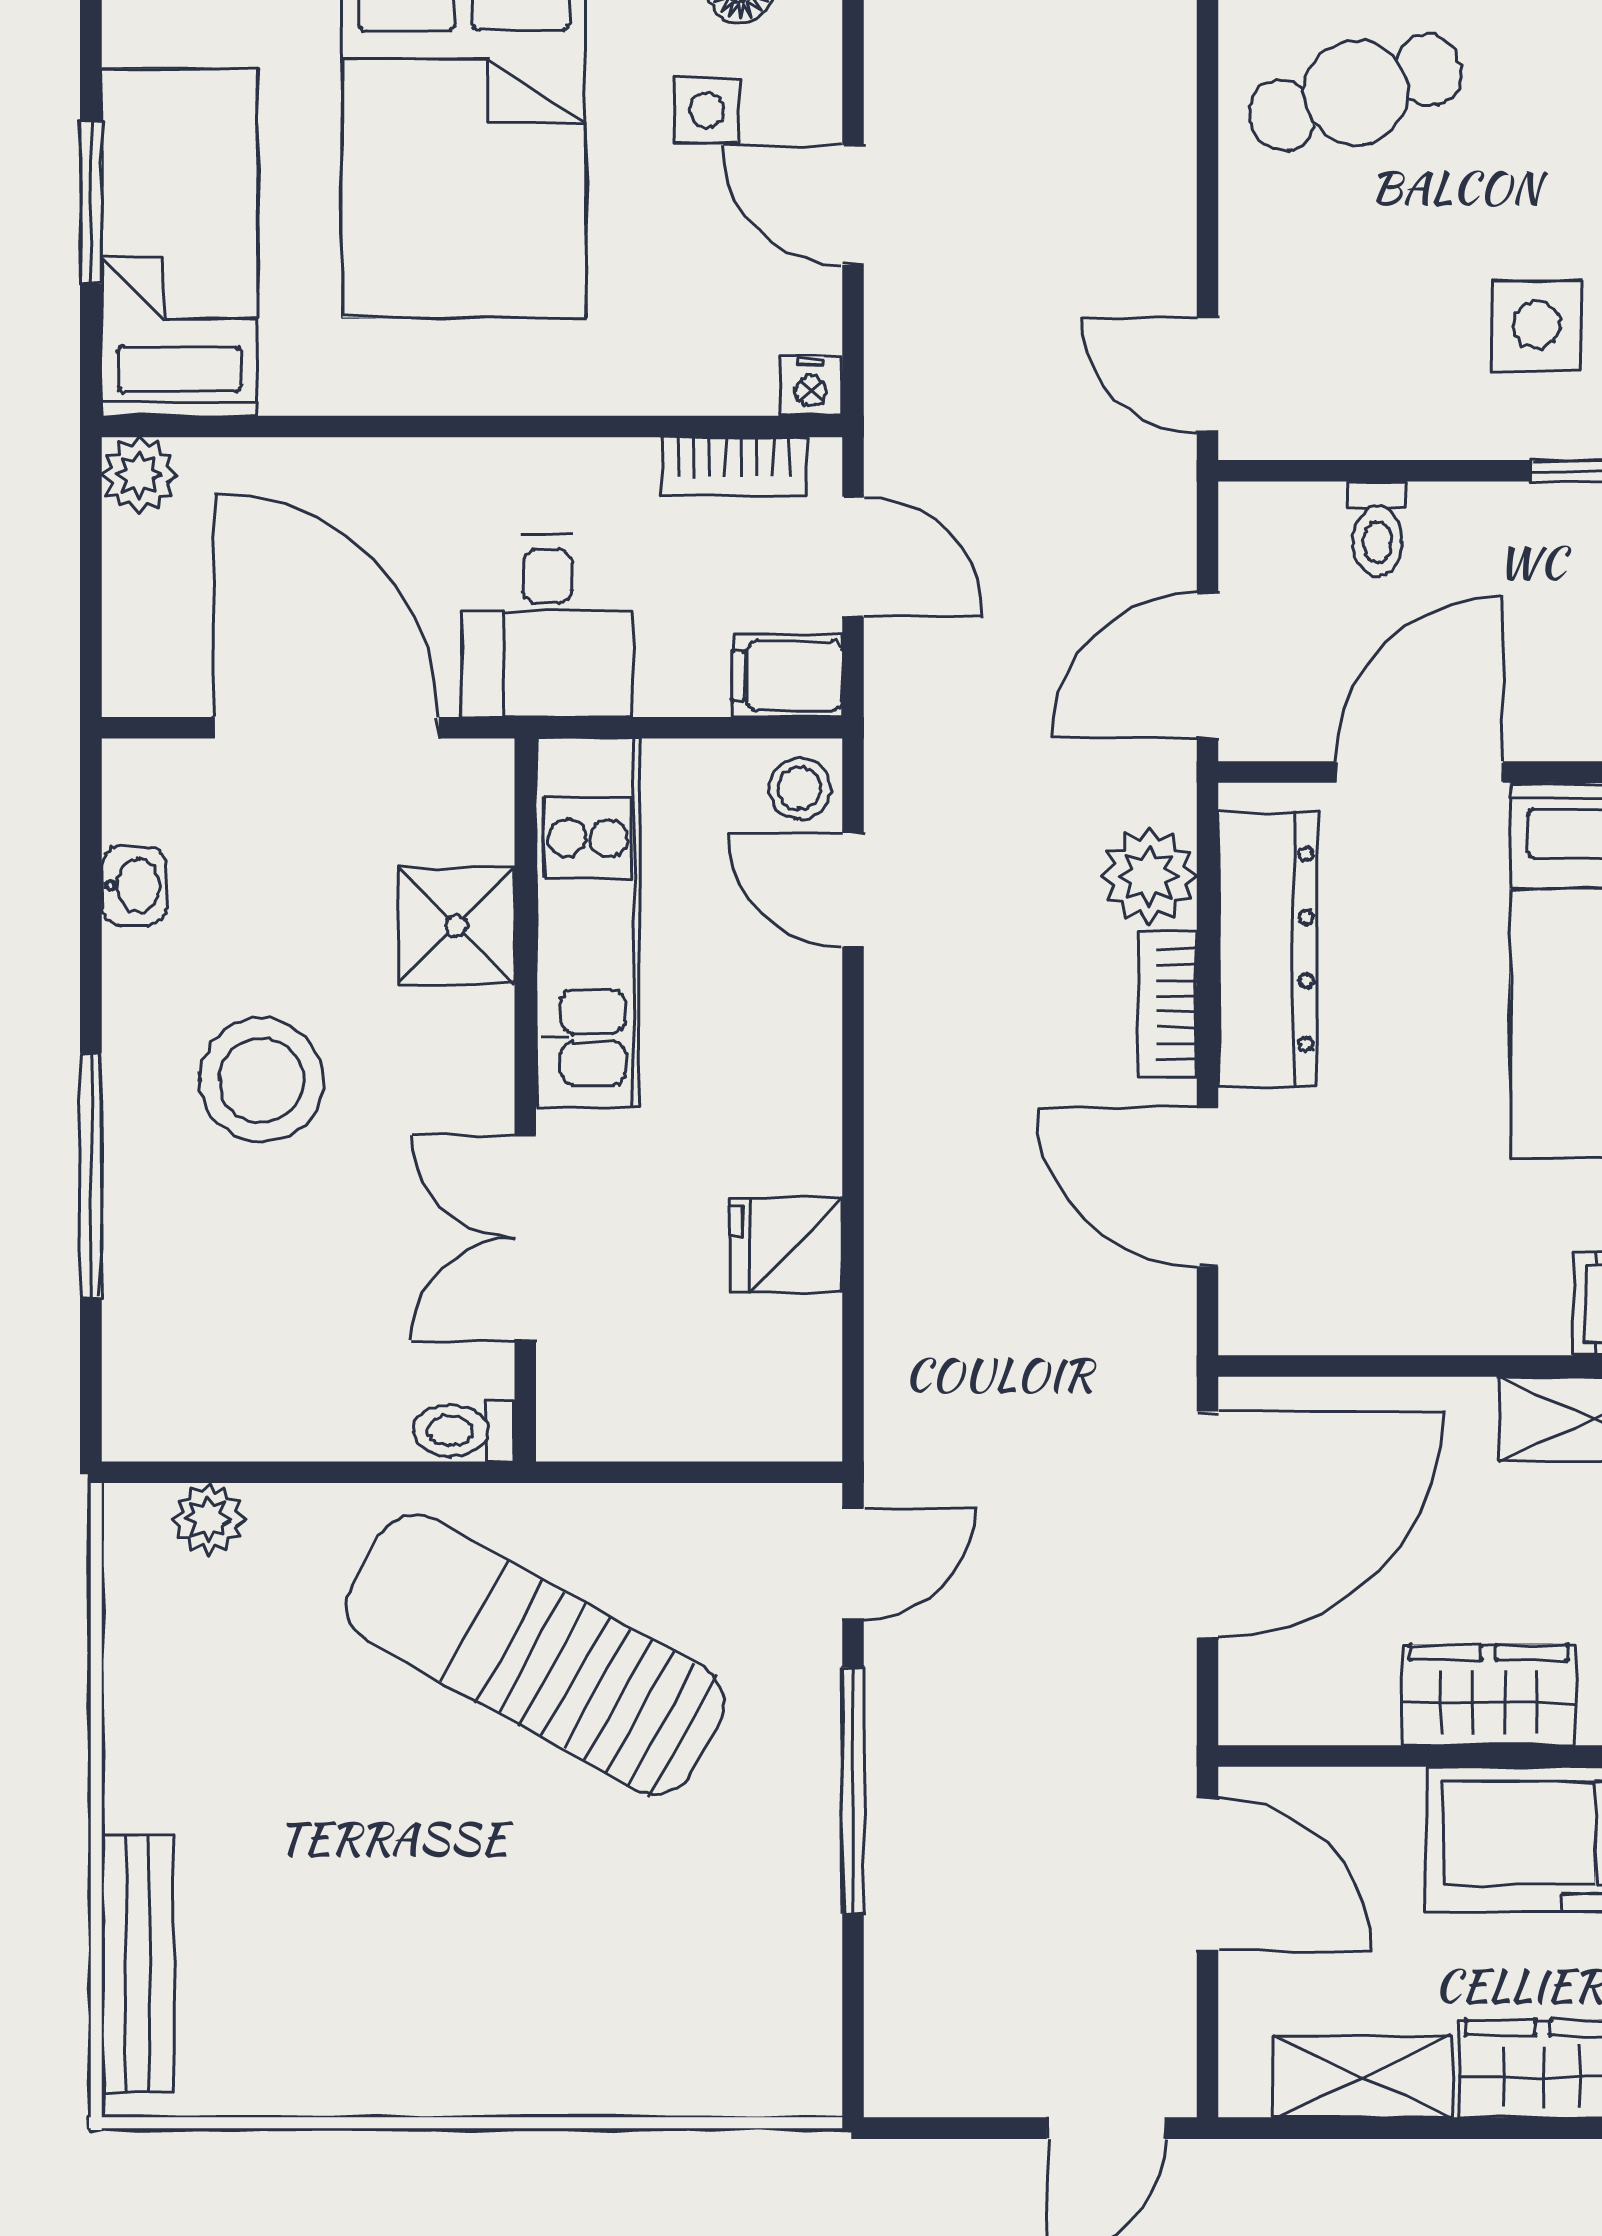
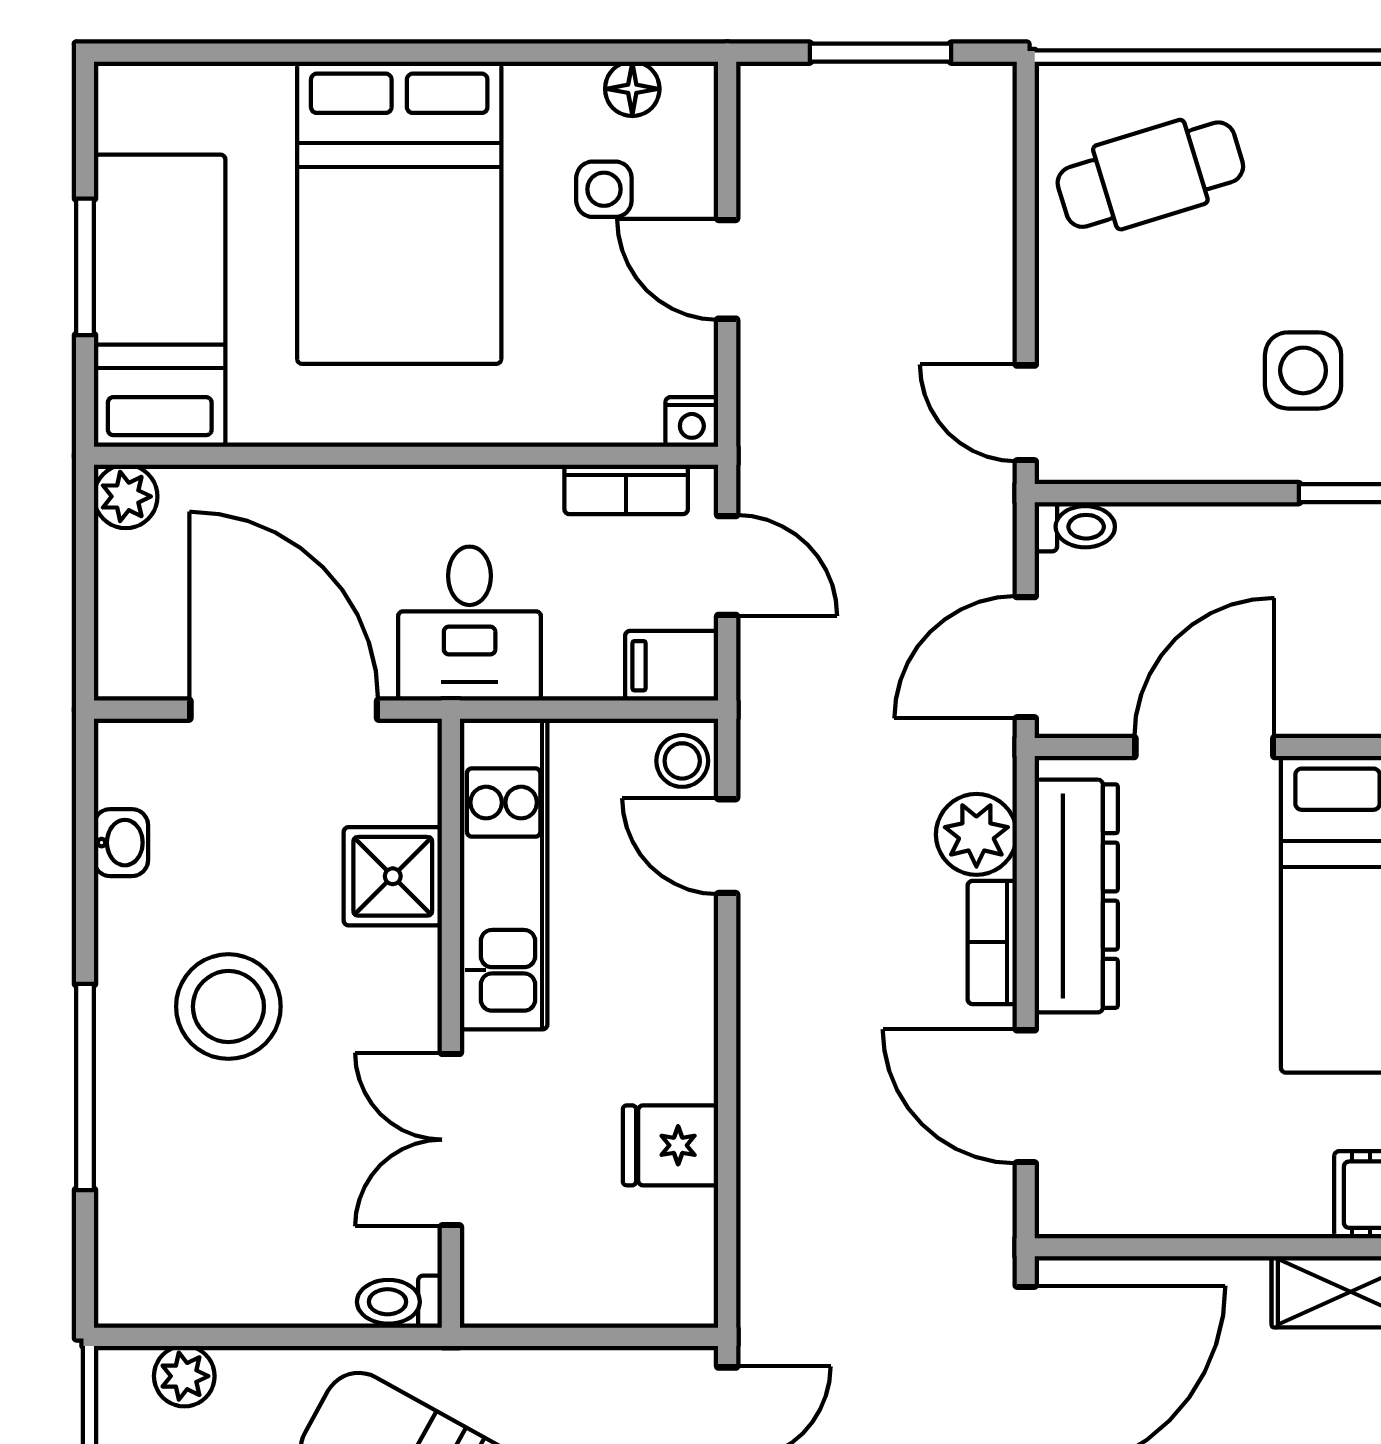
toilet: (1377, 529) -> (1075, 527), moved, turned -90

